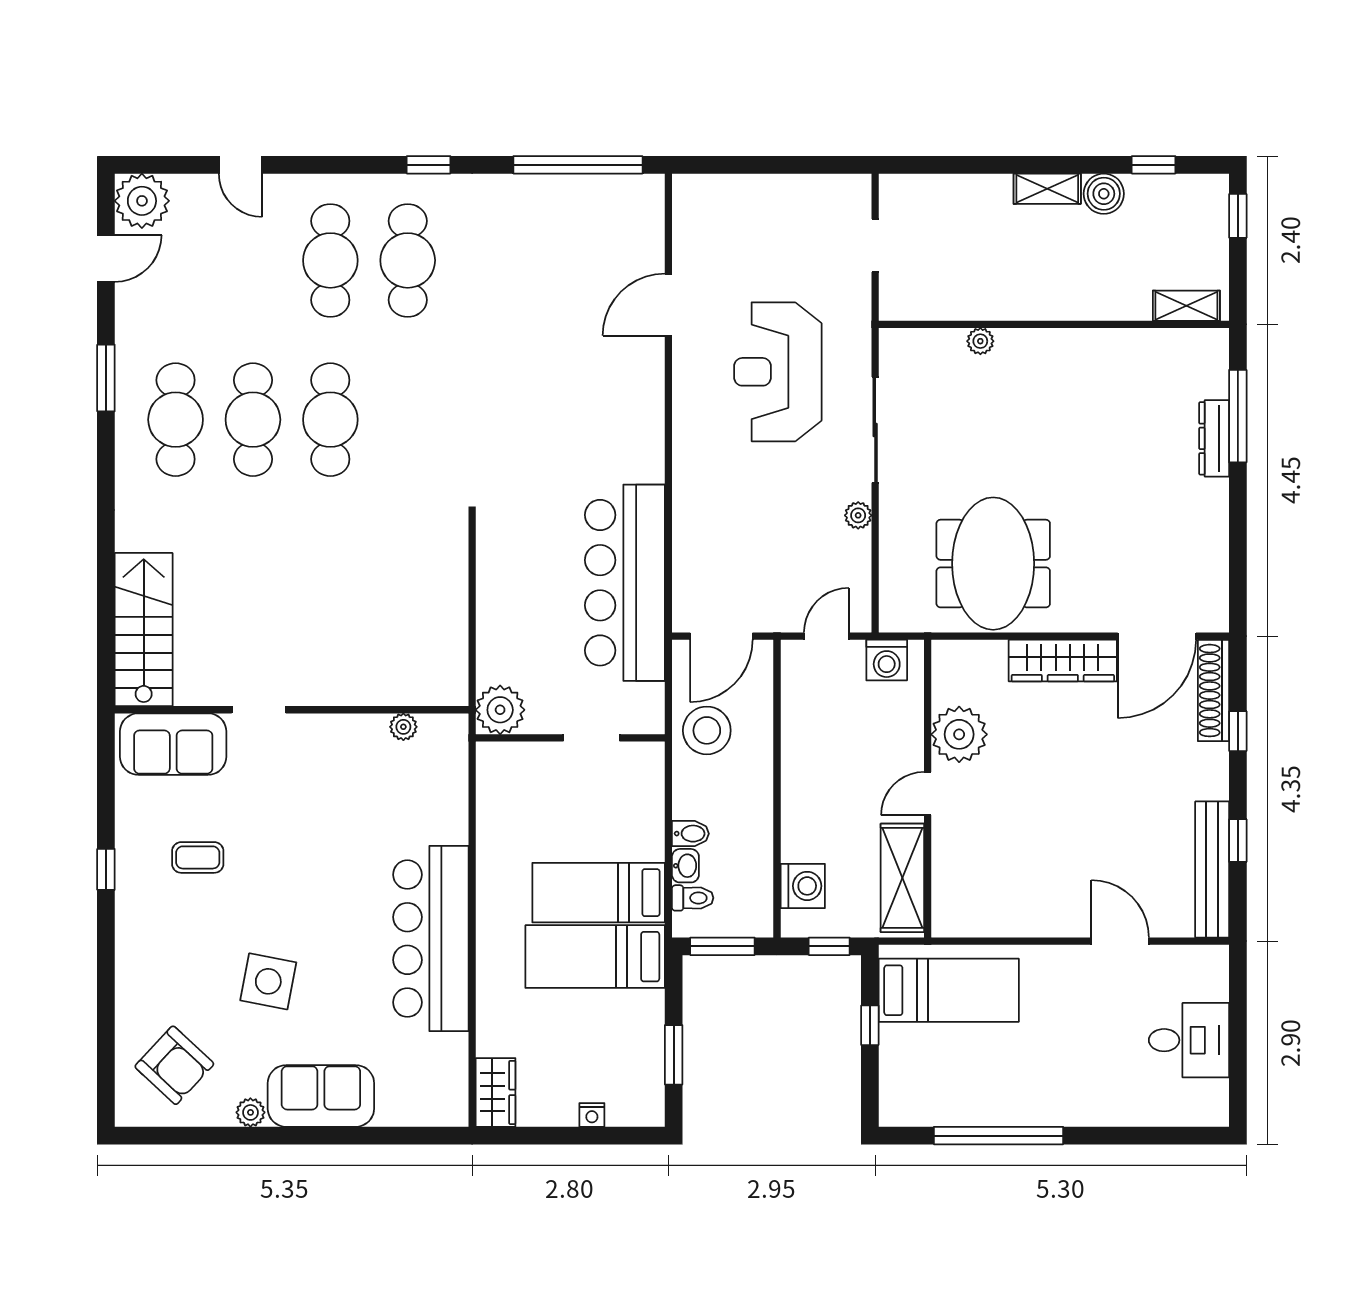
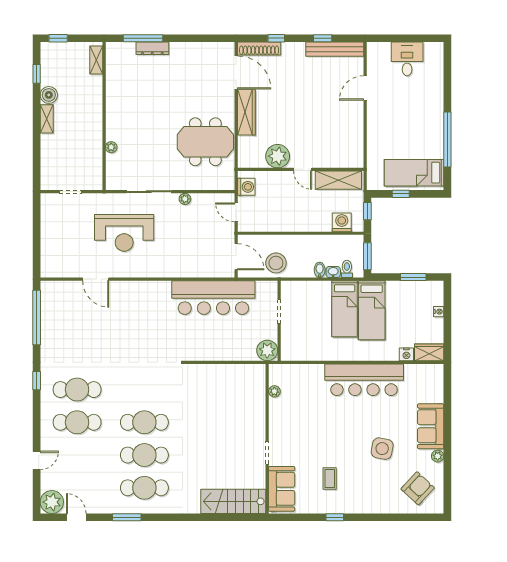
bed: (949, 990) -> (414, 173), moved, turned -90
nightstand: (491, 1039) -> (406, 354), added

